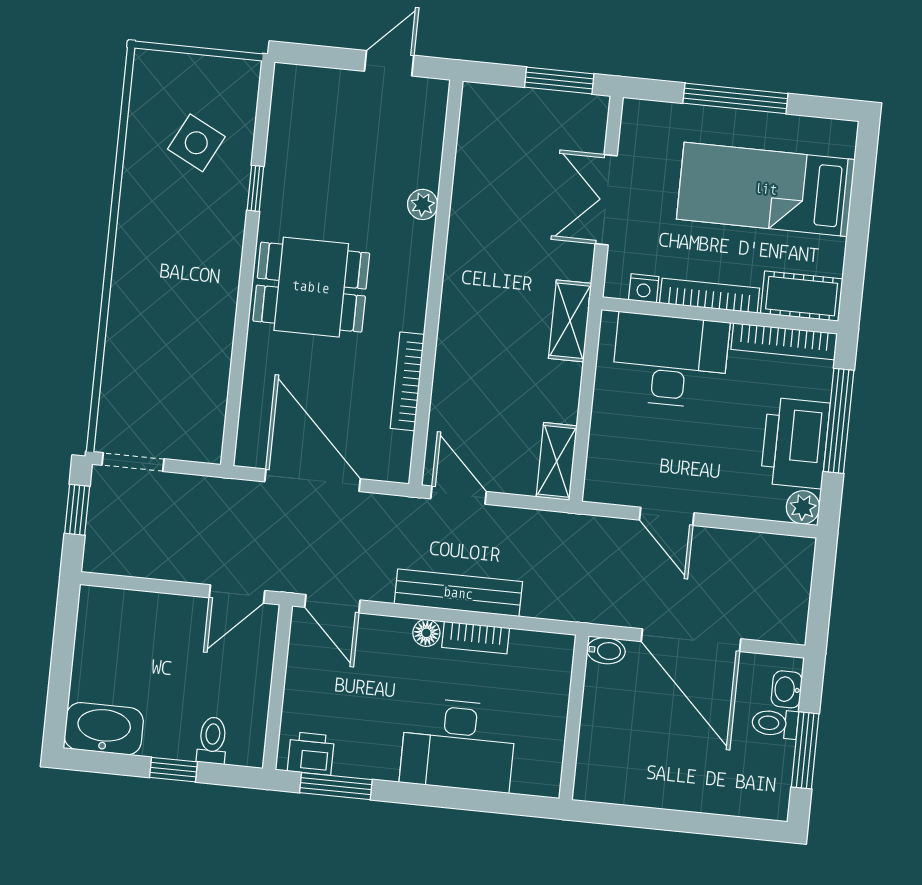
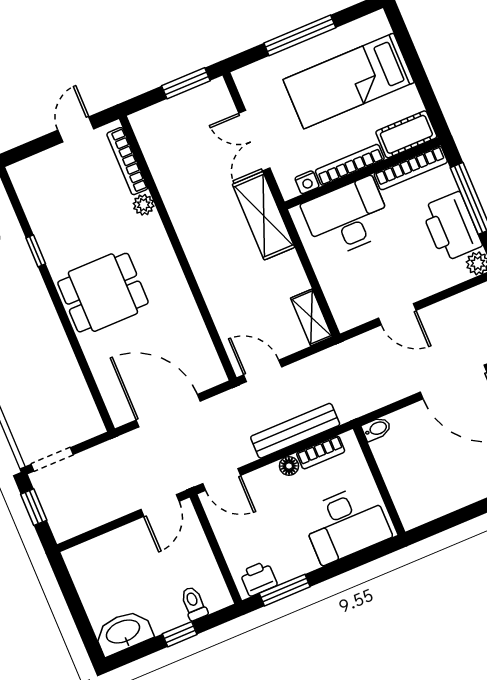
shelving: (570, 321) -> (264, 216), width x1.50, depth x1.33
bookcase: (407, 381) -> (127, 161), moved
bidet: (606, 651) -> (376, 429), moved
wall: (574, 717) -> (379, 480), moved

